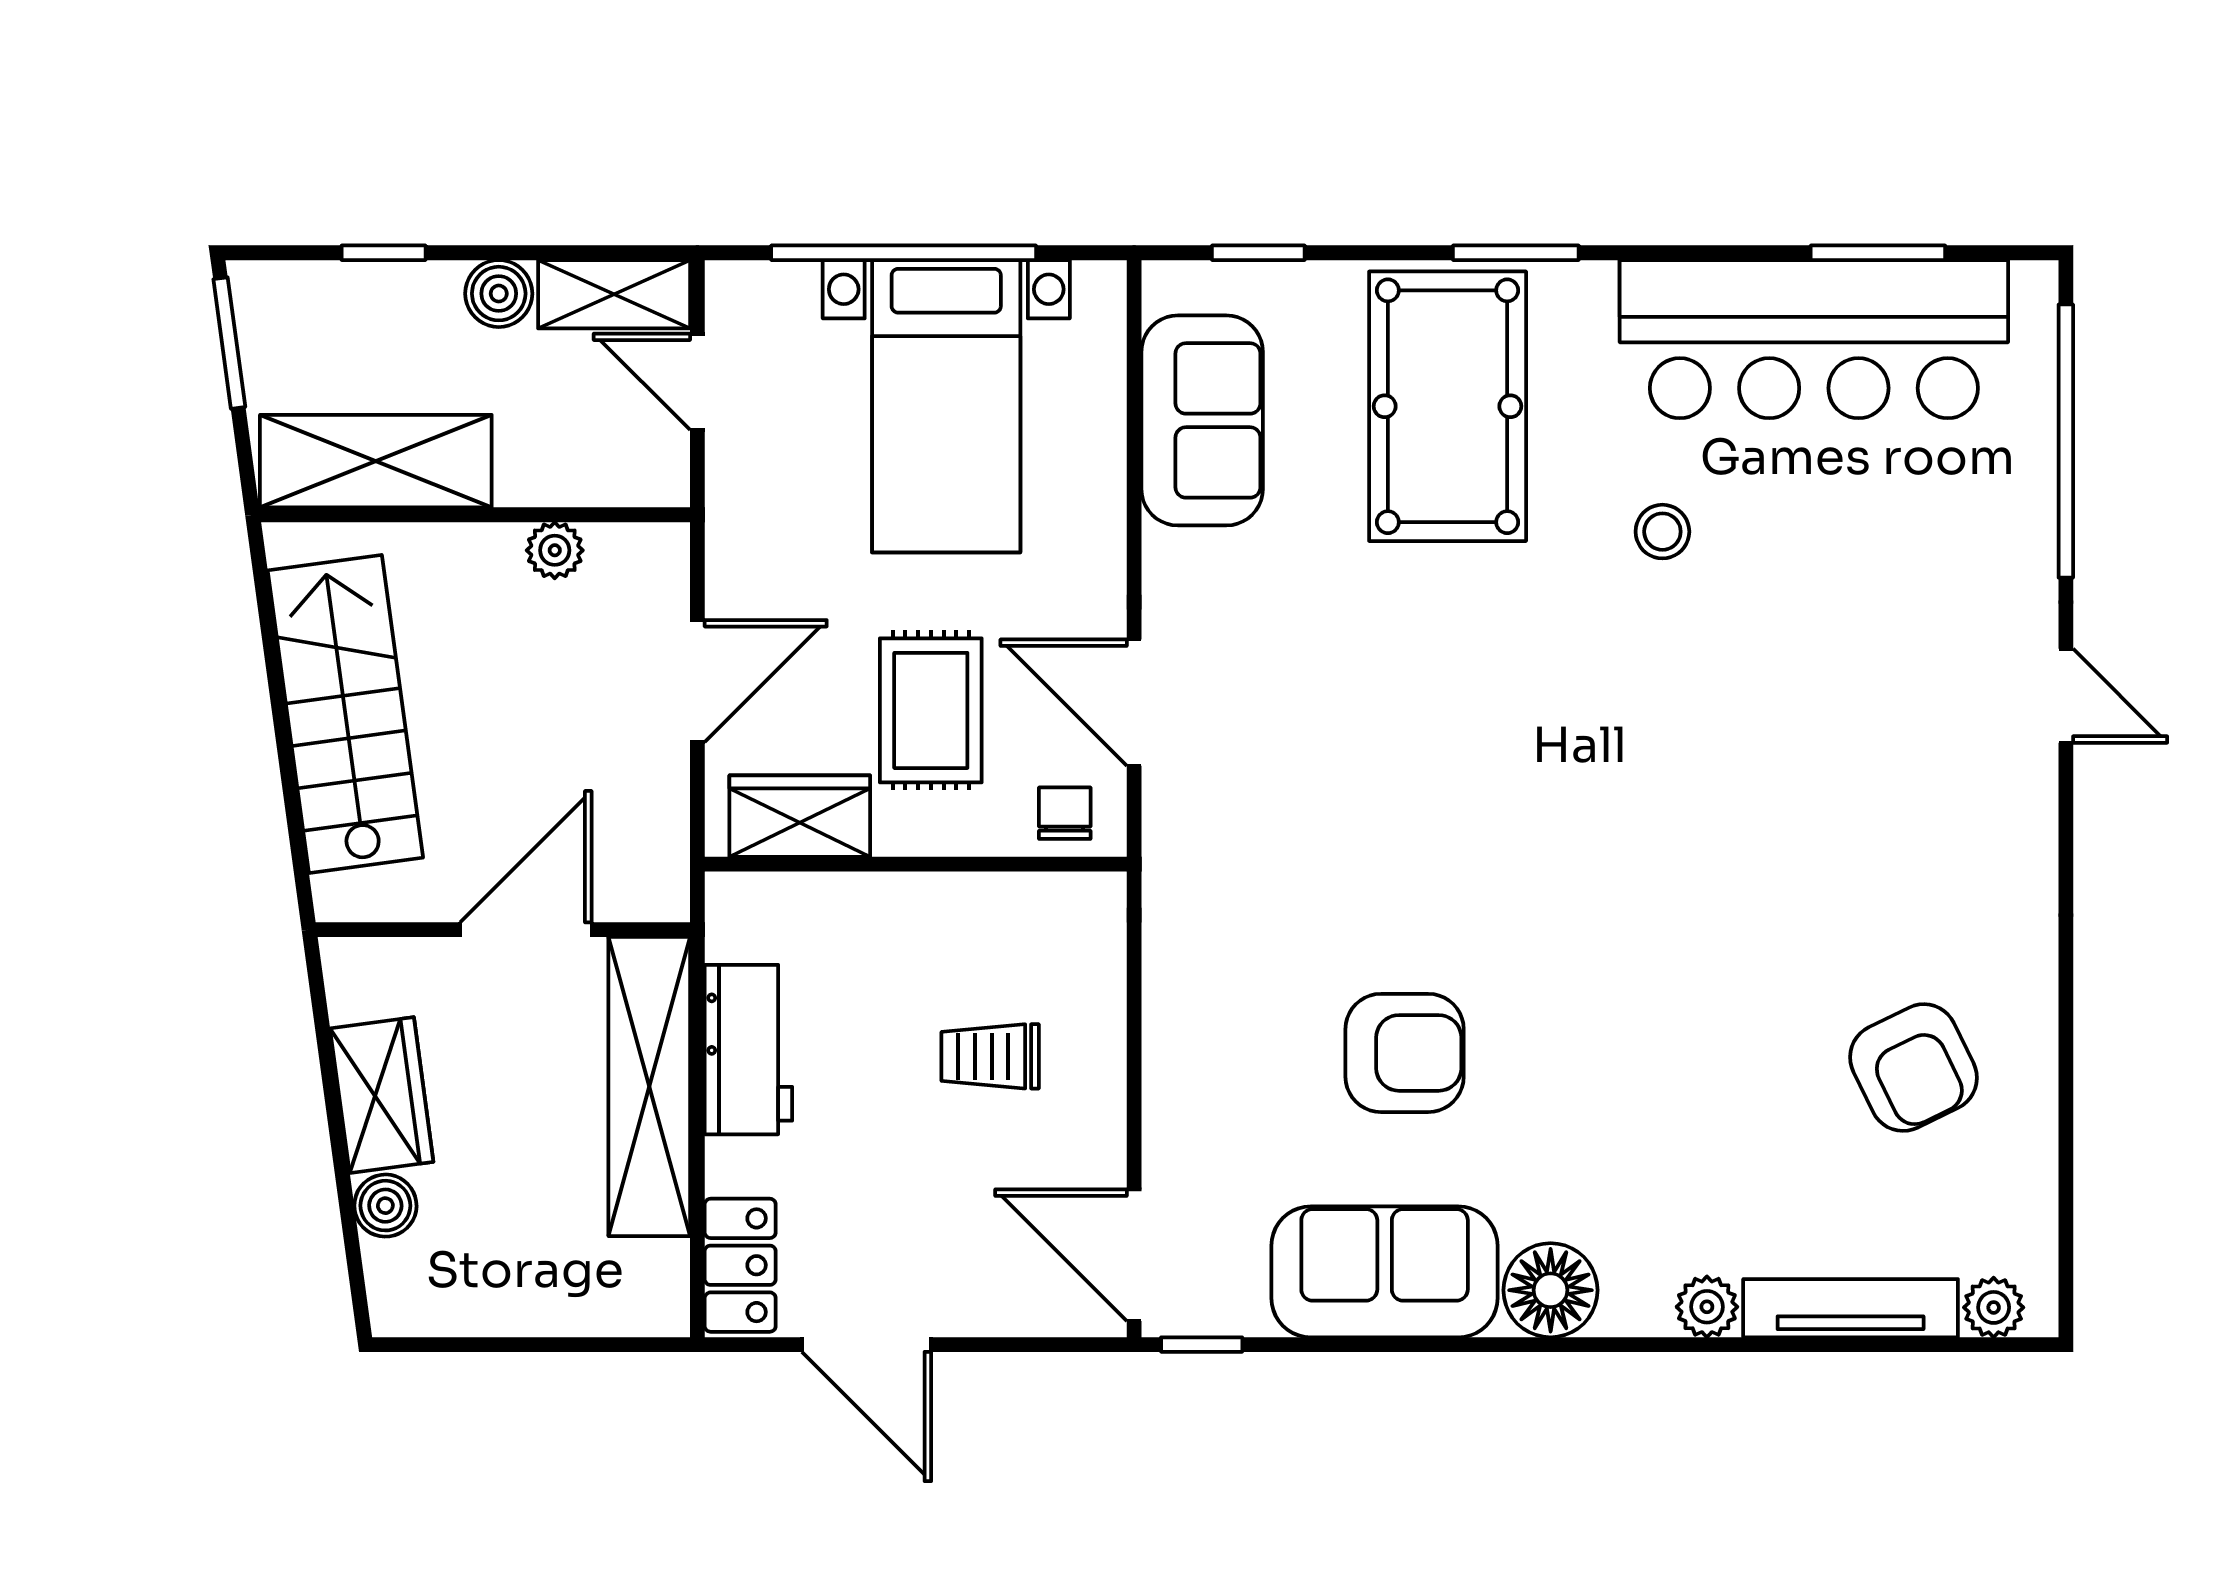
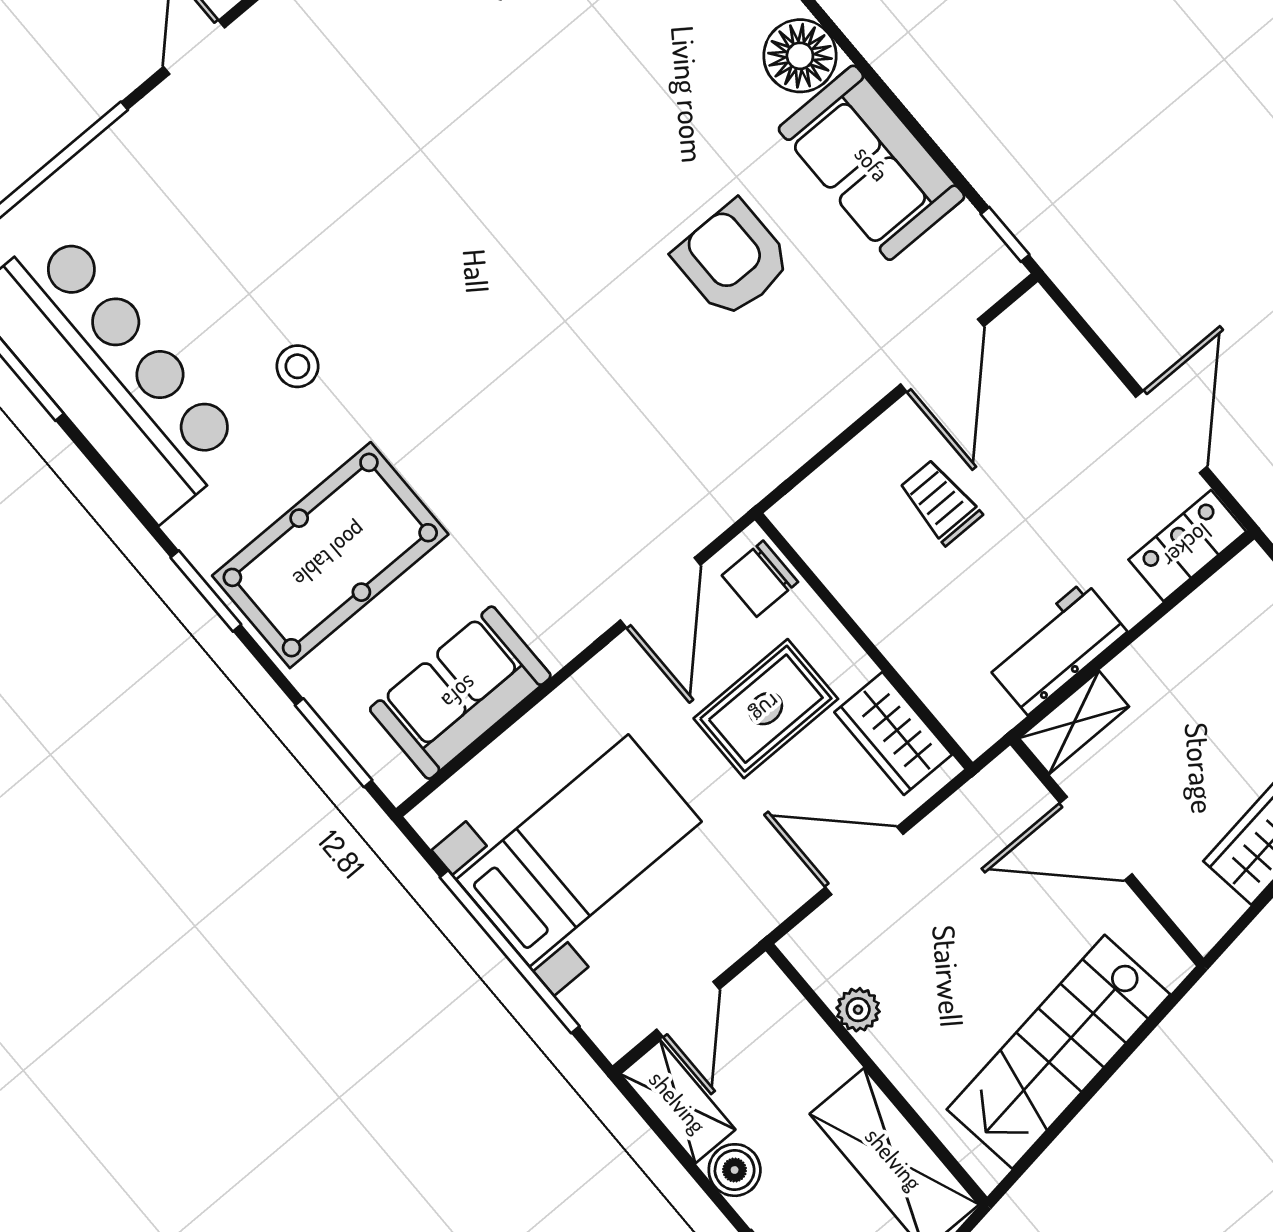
window: (1258, 253) -> (334, 743), width x1.50
chair: (1065, 813) -> (760, 579), width x1.37, depth x1.37
trolley: (990, 1056) -> (940, 502), turned 180
shelving: (649, 1087) -> (1074, 722), width x0.45, depth x0.75
door: (1134, 1255) -> (942, 355), moved

